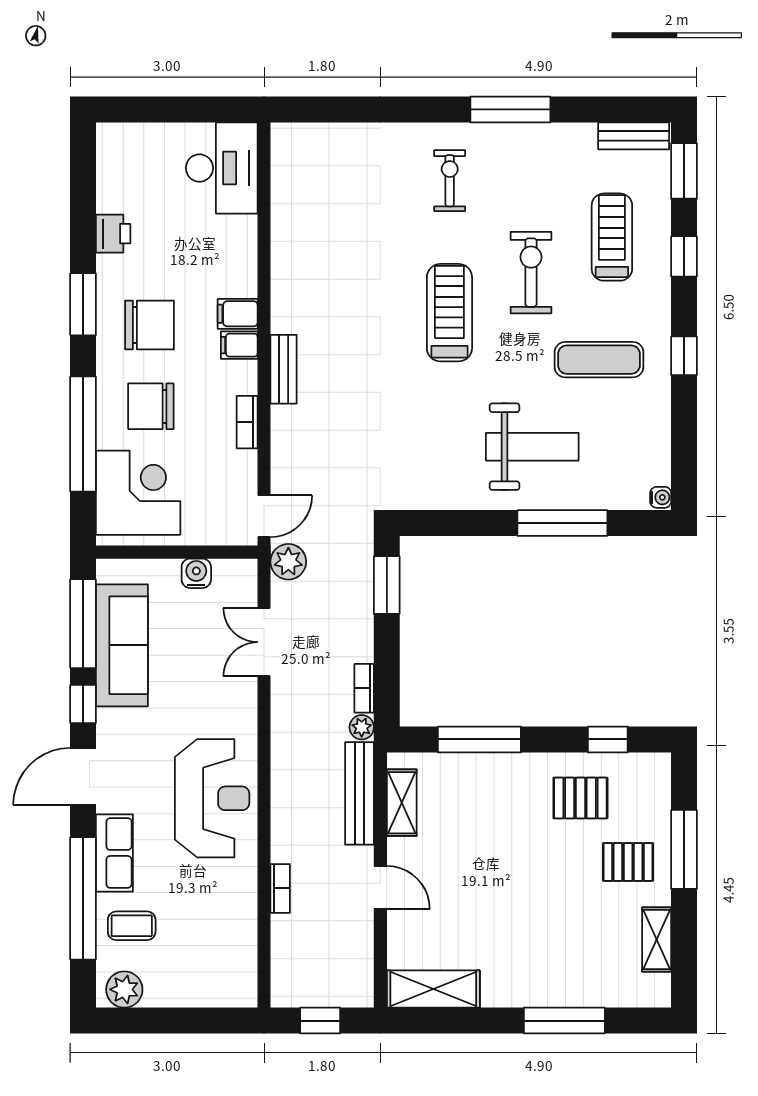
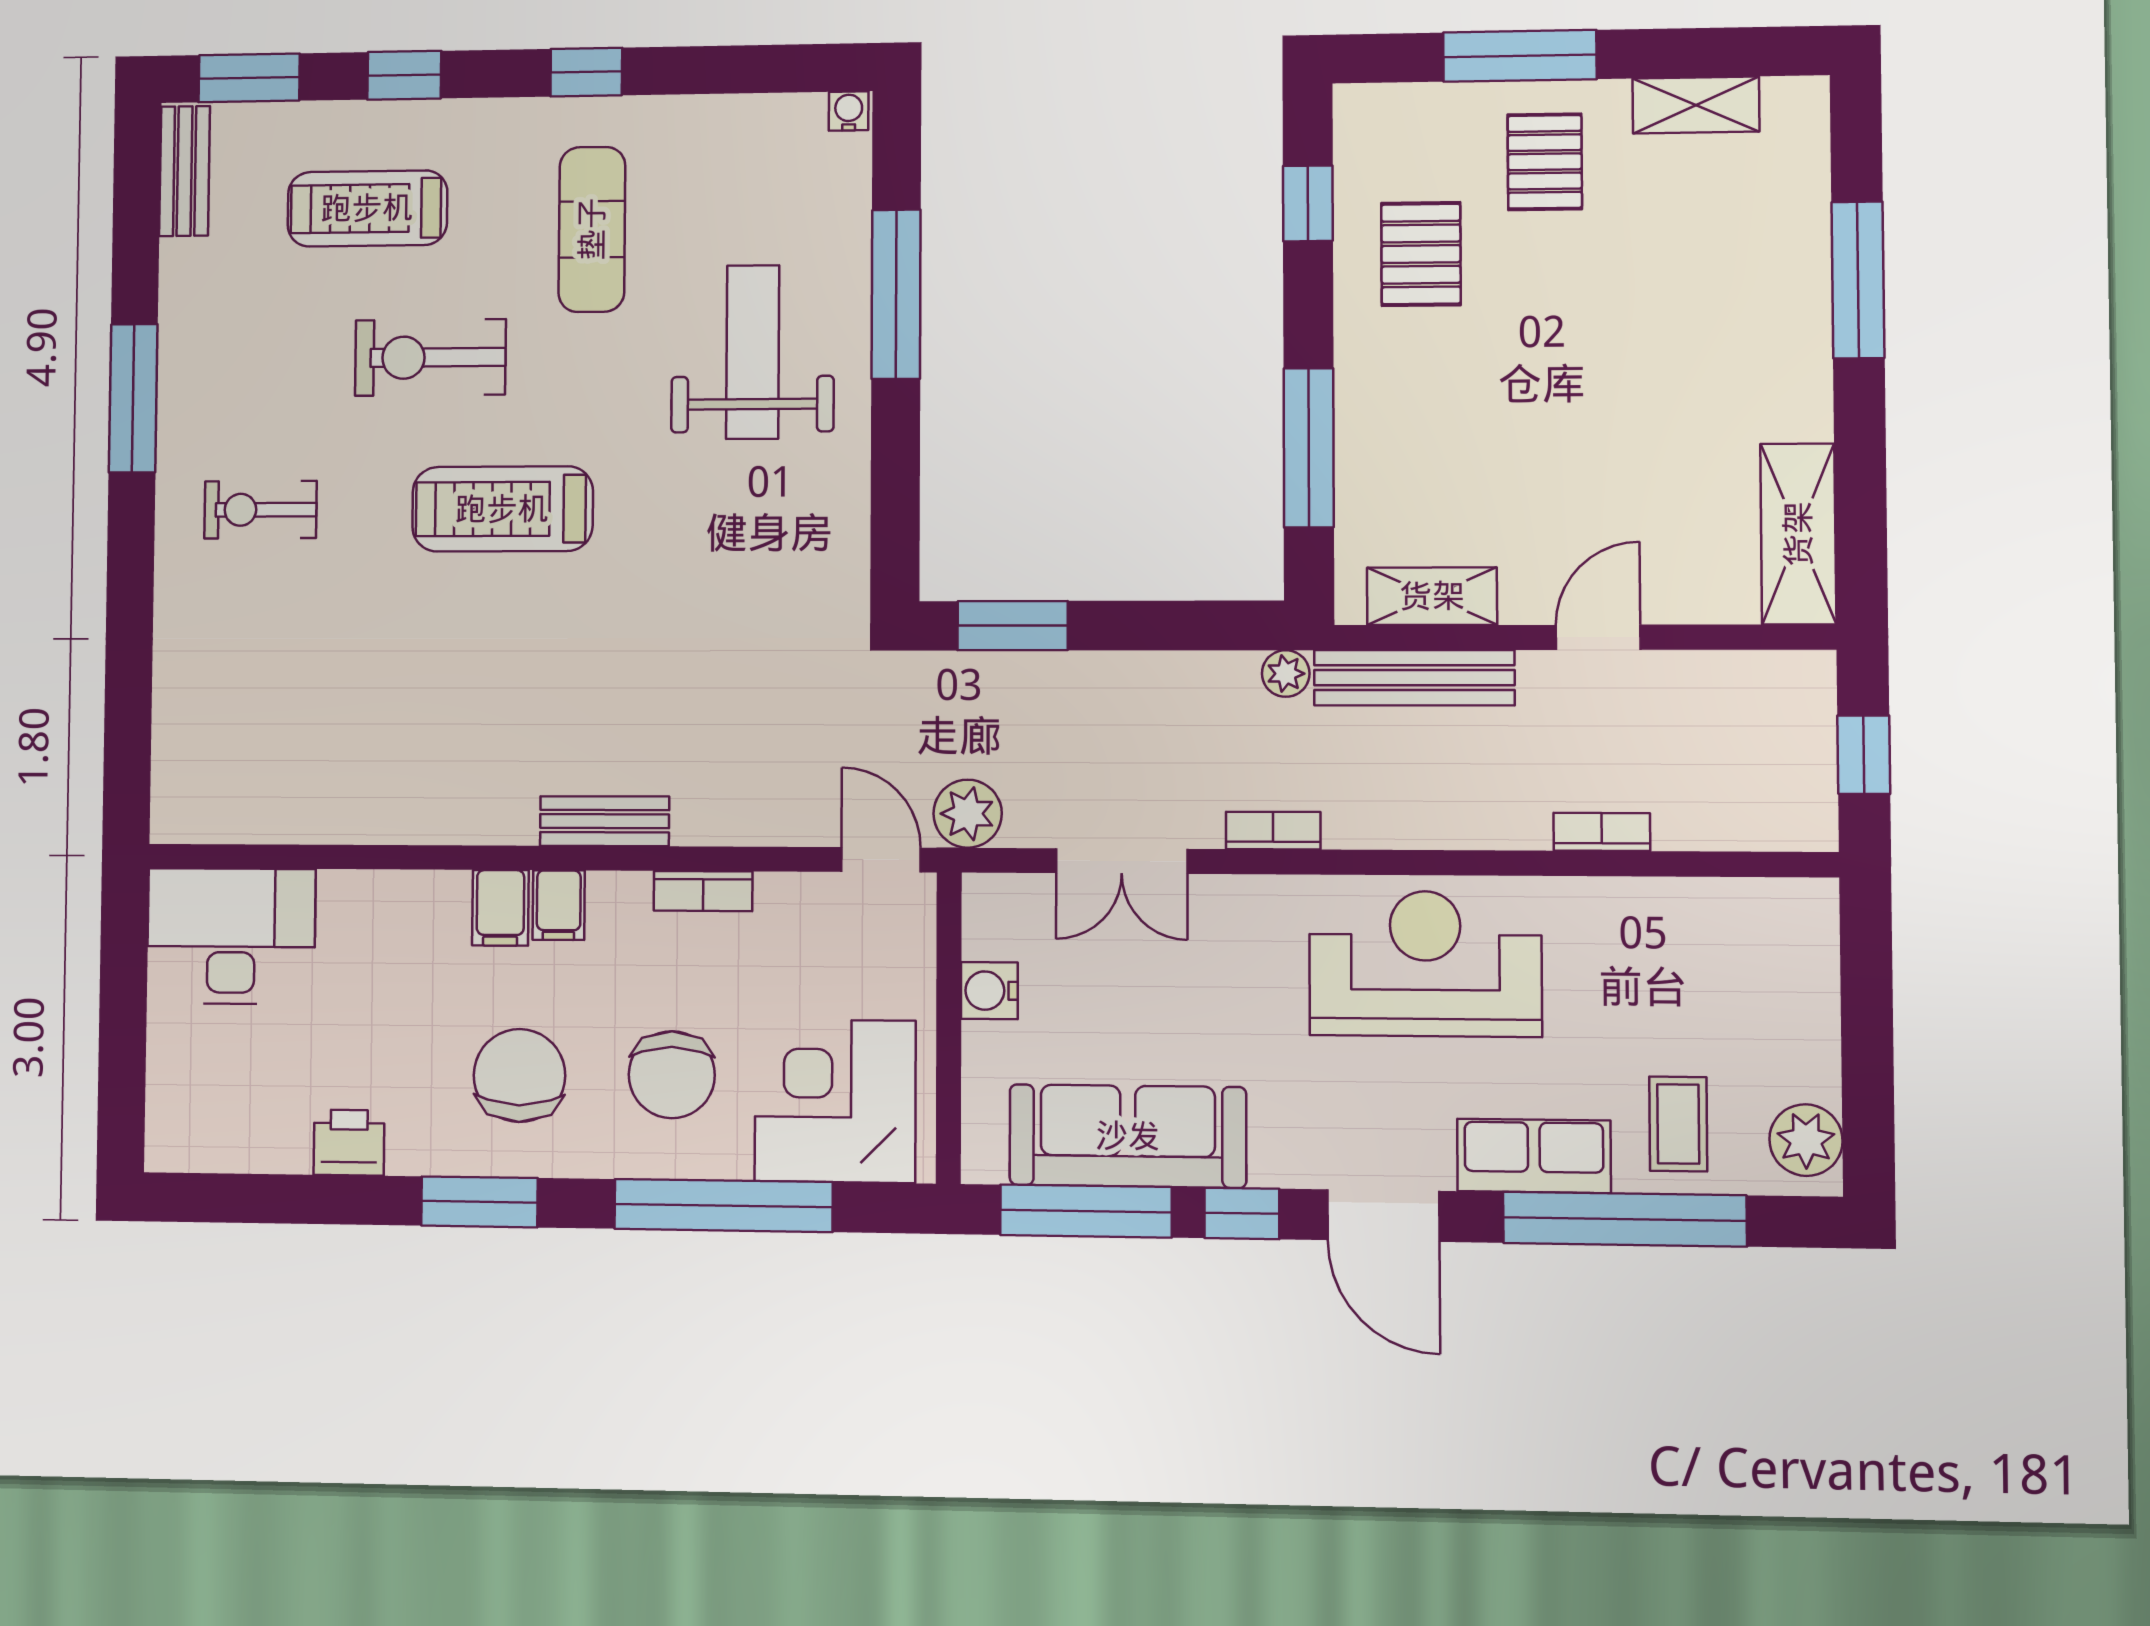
bookcase: (364, 688) -> (1273, 831), moved, turned 180

